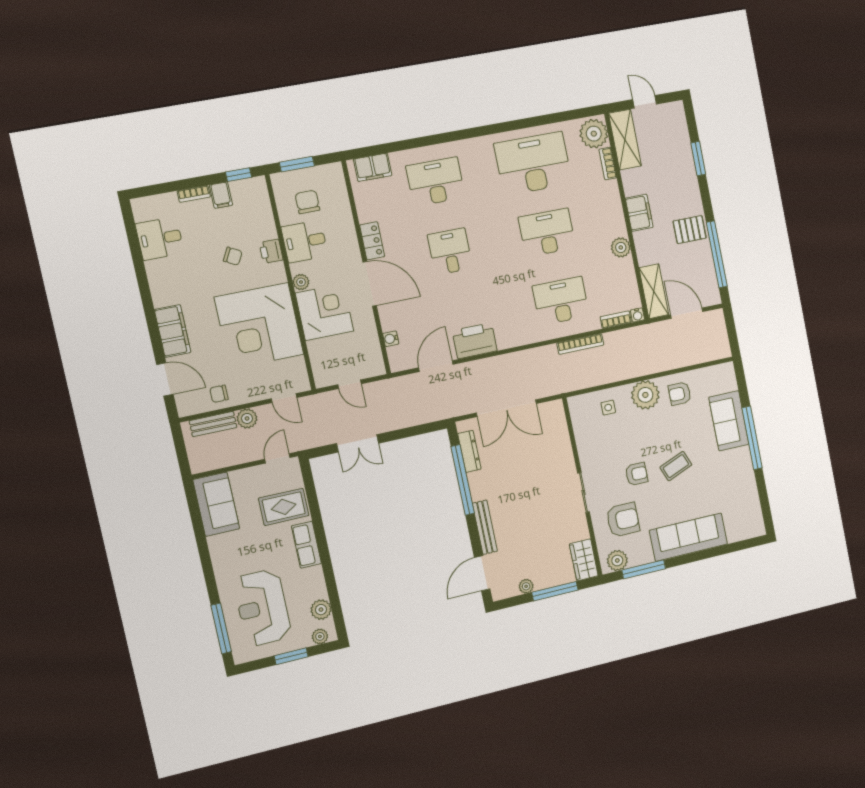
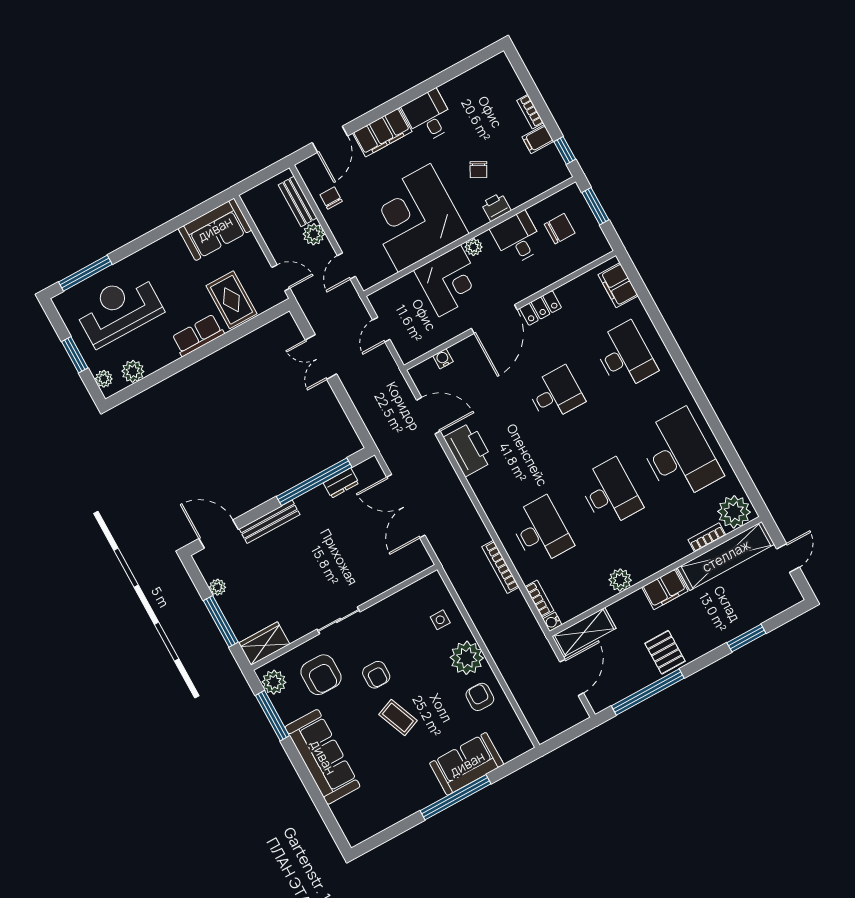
shelving: (625, 140) -> (726, 556), width x1.47
desk: (160, 239) -> (429, 116), moved
dresser: (469, 451) -> (341, 483), width x0.70

